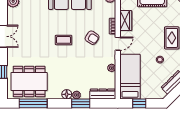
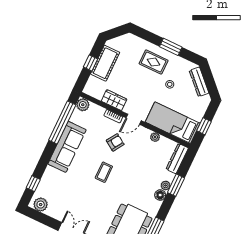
door: (118, 44) -> (134, 119), swing flipped

